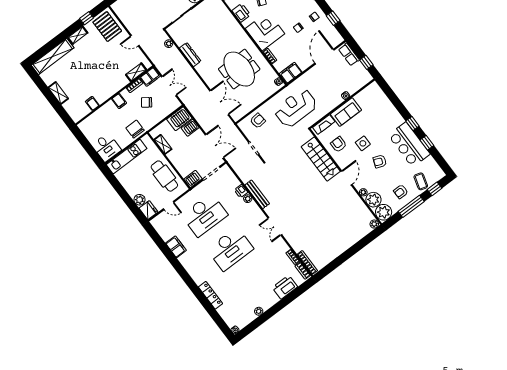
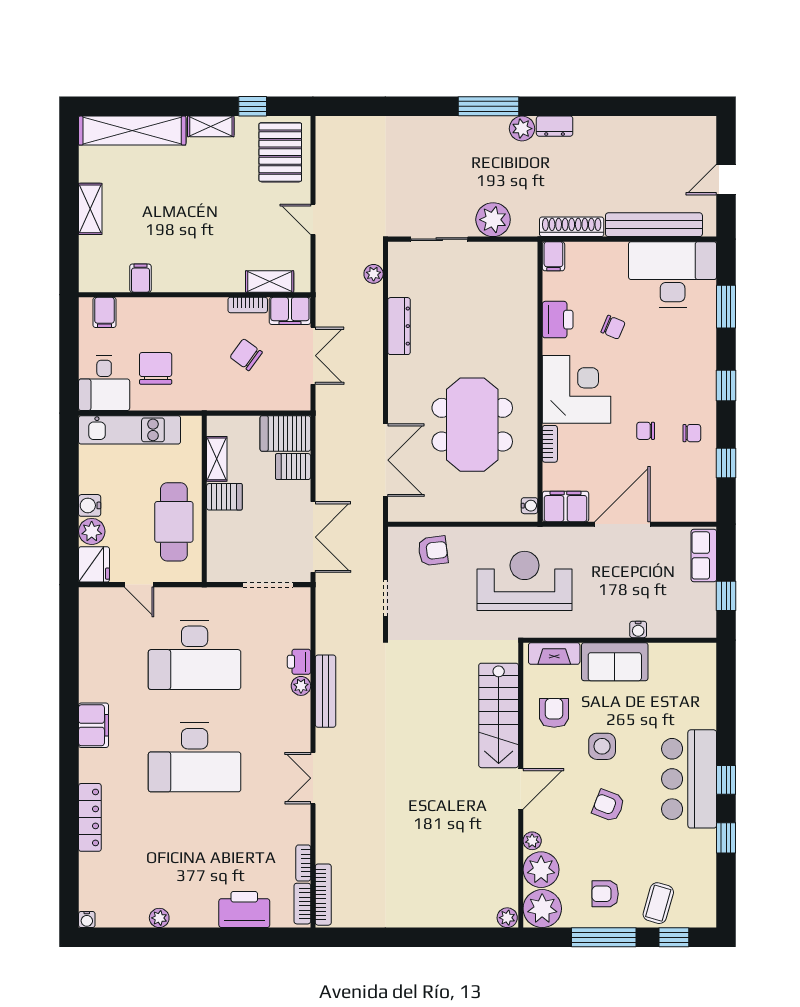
door: (324, 57) -> (622, 524), moved
filing cabinet: (119, 101) -> (104, 312), moved
chair: (135, 129) -> (156, 368), moved
bar counter: (409, 145) -> (689, 779), moved
server rack: (193, 179) -> (224, 497), moved
water cooler: (132, 192) -> (90, 505), added
filing cabinet: (176, 247) -> (94, 725), moved

